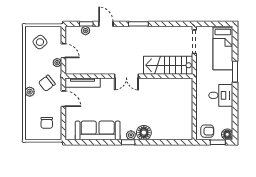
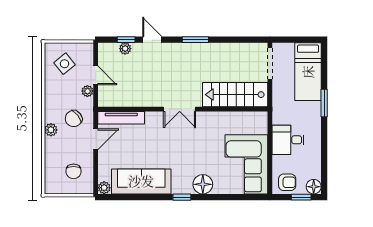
desk: (221, 95) -> (288, 140), moved, turned 180
door: (63, 99) -> (96, 139), hinge flipped
corner sofa: (177, 118) -> (246, 164), added
plant: (131, 135) -> (104, 188), moved

